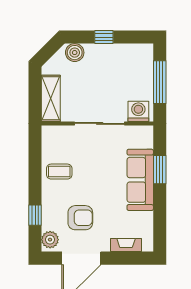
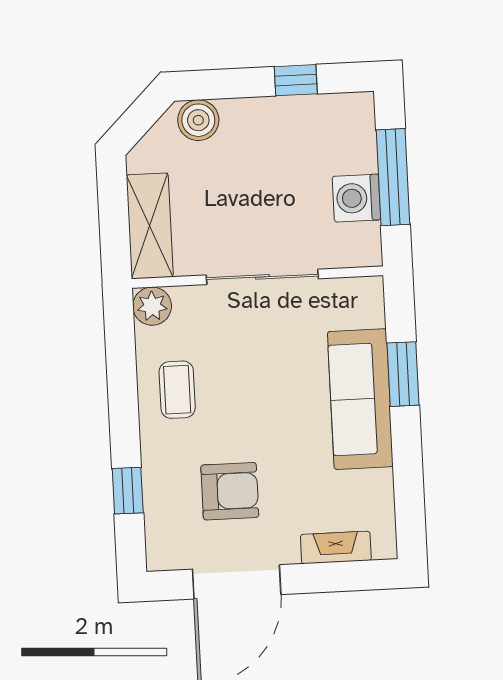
window: (104, 37) -> (296, 80), moved
washing machine: (138, 111) -> (356, 198), moved, turned -90
coffee table: (59, 172) -> (177, 390), turned 90
plant: (50, 240) -> (152, 306), moved

